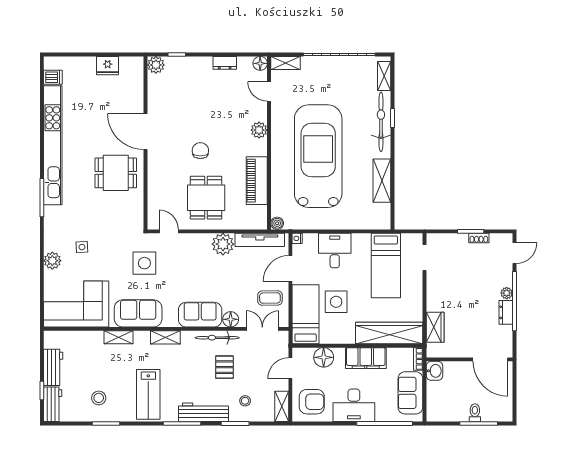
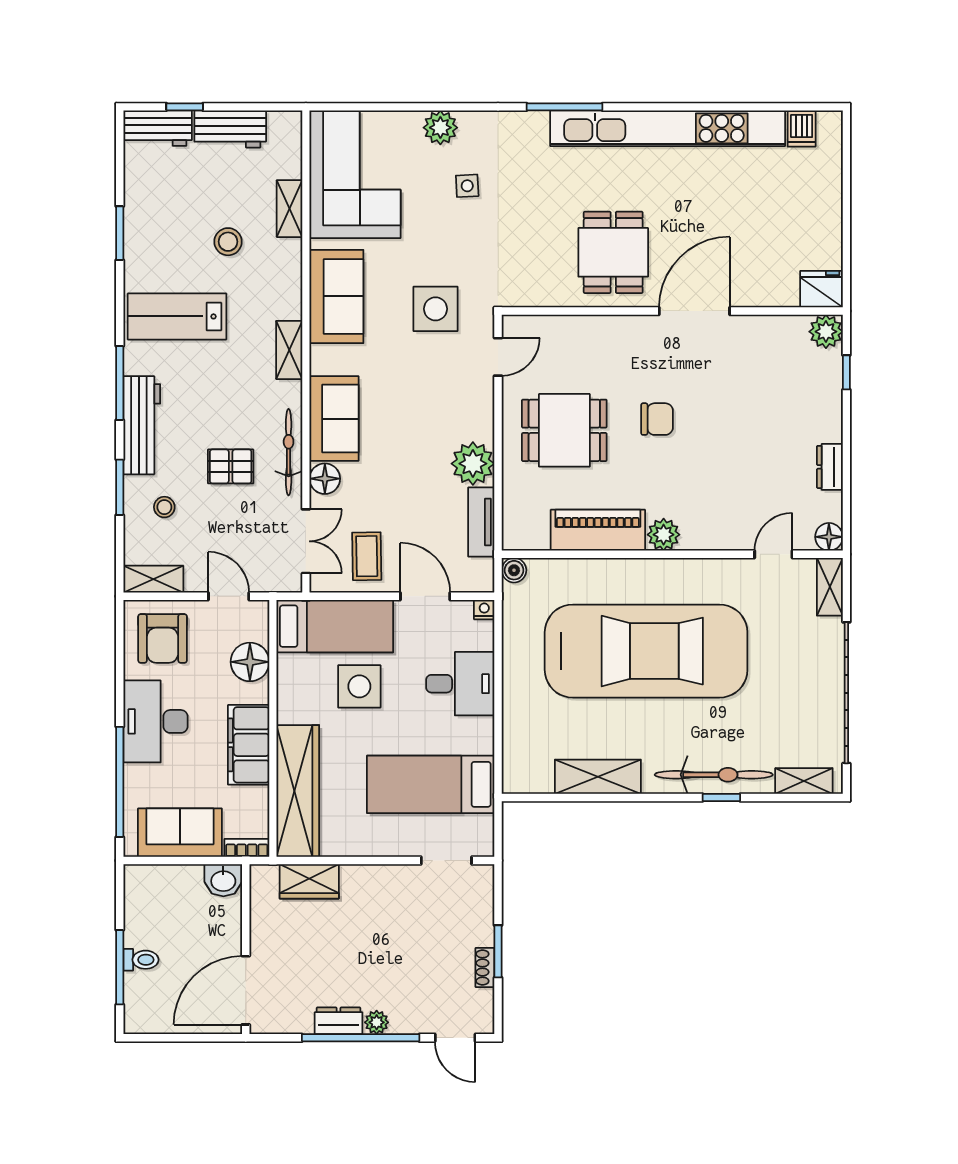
fridge: (108, 66) -> (821, 289), moved, turned 90
plant: (259, 130) -> (664, 535), moved
tv unit: (260, 240) -> (481, 522), width x0.71
shelving: (119, 337) -> (289, 209), moved
stool: (99, 398) -> (228, 242), moved

